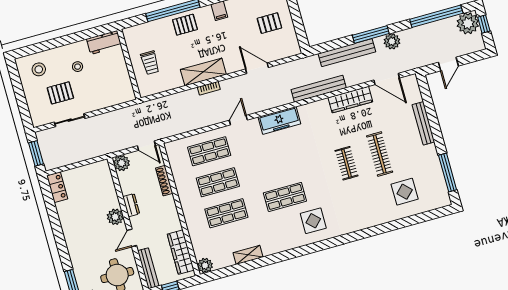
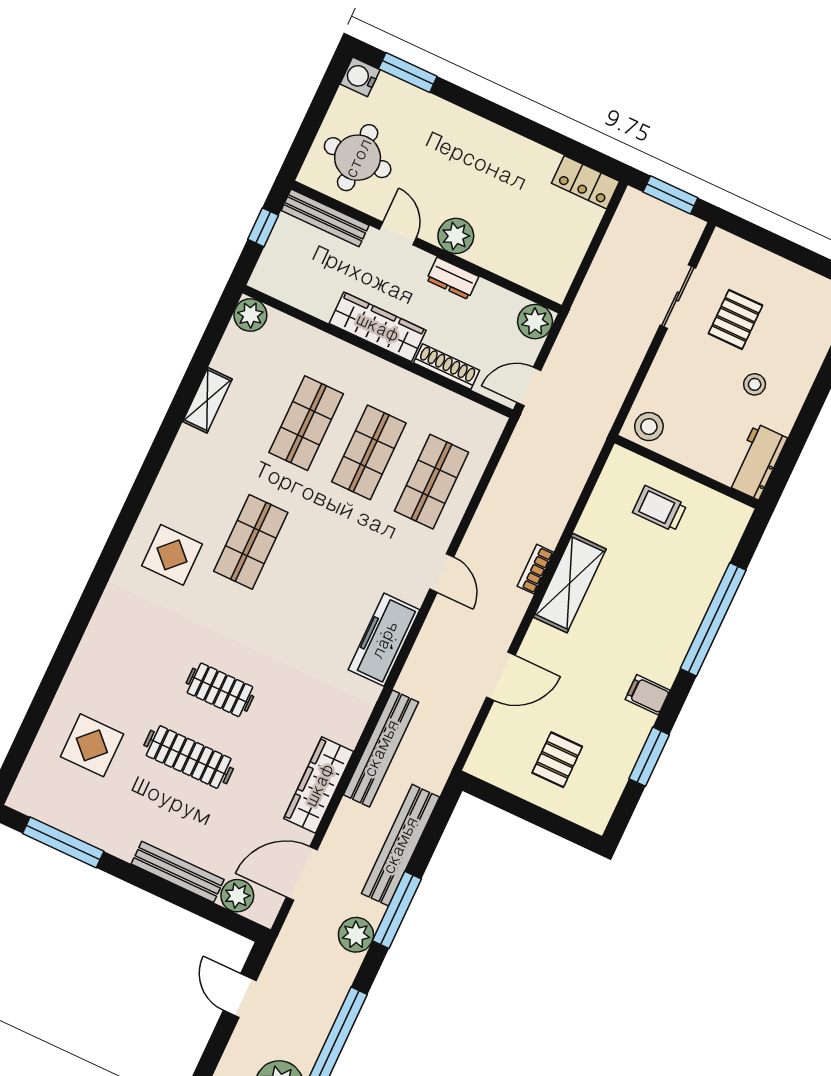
pallet: (185, 25) -> (673, 619), removed
stool: (39, 69) -> (649, 427), moved
plant: (414, 95) -> (237, 896), added
wardrobe: (181, 252) -> (378, 327), moved

